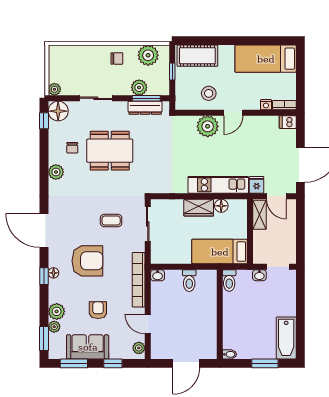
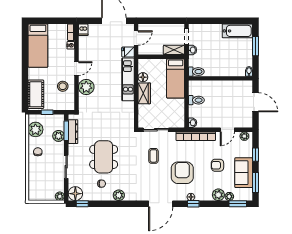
door: (233, 113) -> (76, 69), hinge flipped
shelving: (259, 215) -> (174, 50), moved

